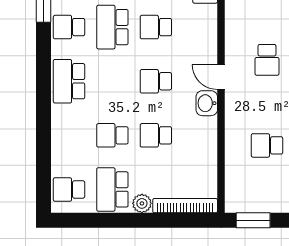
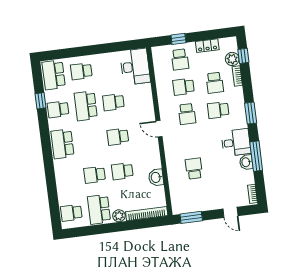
school desk: (267, 17) -> (183, 87), added
washbasin: (207, 103) -> (156, 177), moved
school desk: (267, 145) -> (194, 169), turned 90

